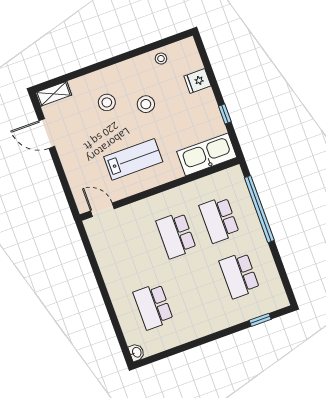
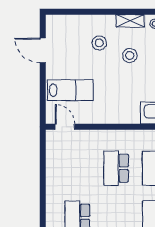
shelving: (54, 94) -> (130, 21), moved
lab bench: (133, 159) -> (70, 90), moved

